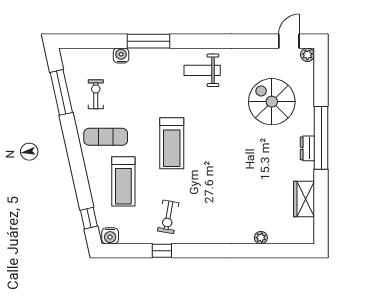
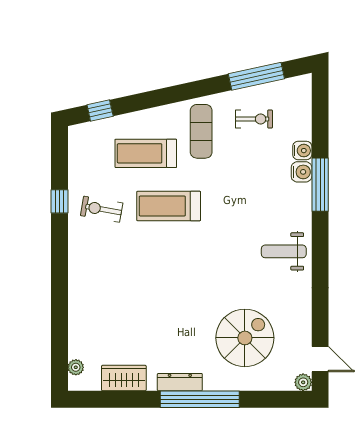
weight bench: (202, 70) -> (284, 251), turned -90
treadmill: (172, 143) -> (169, 206), moved
dresser: (307, 148) -> (180, 382), width x1.44
water cooler: (110, 236) -> (302, 172), moved, turned 180
plant: (261, 238) -> (76, 367), moved

